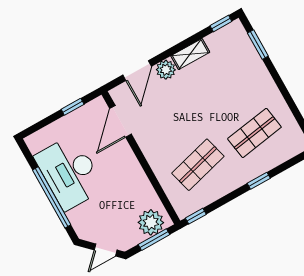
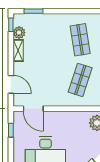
plant: (166, 70) -> (19, 33), moved
shop shelf: (198, 165) -> (80, 80), turned 33

